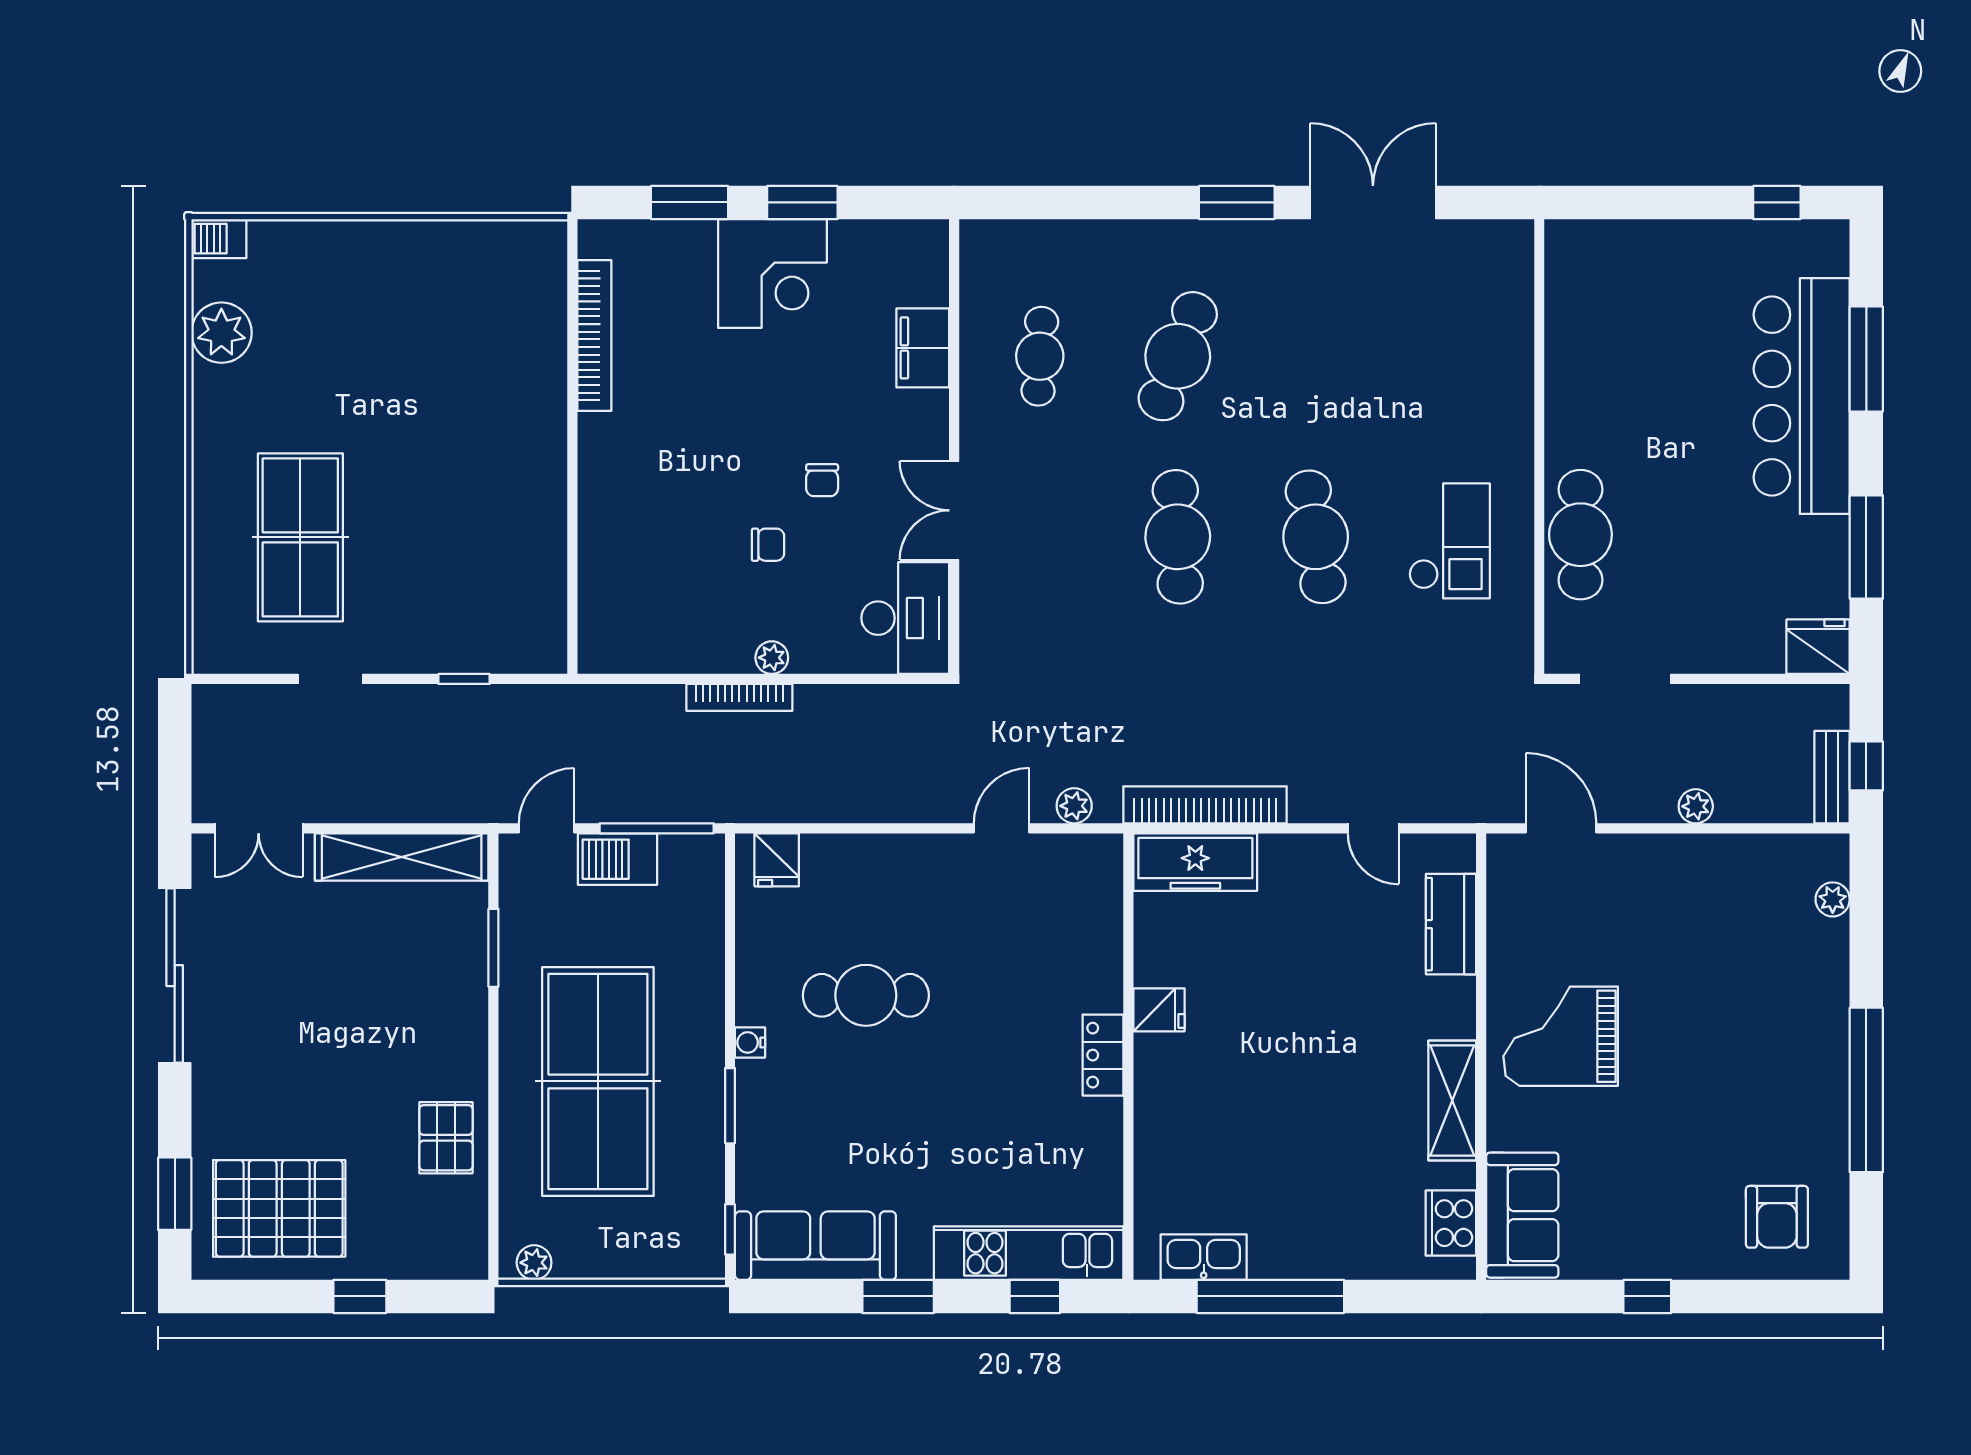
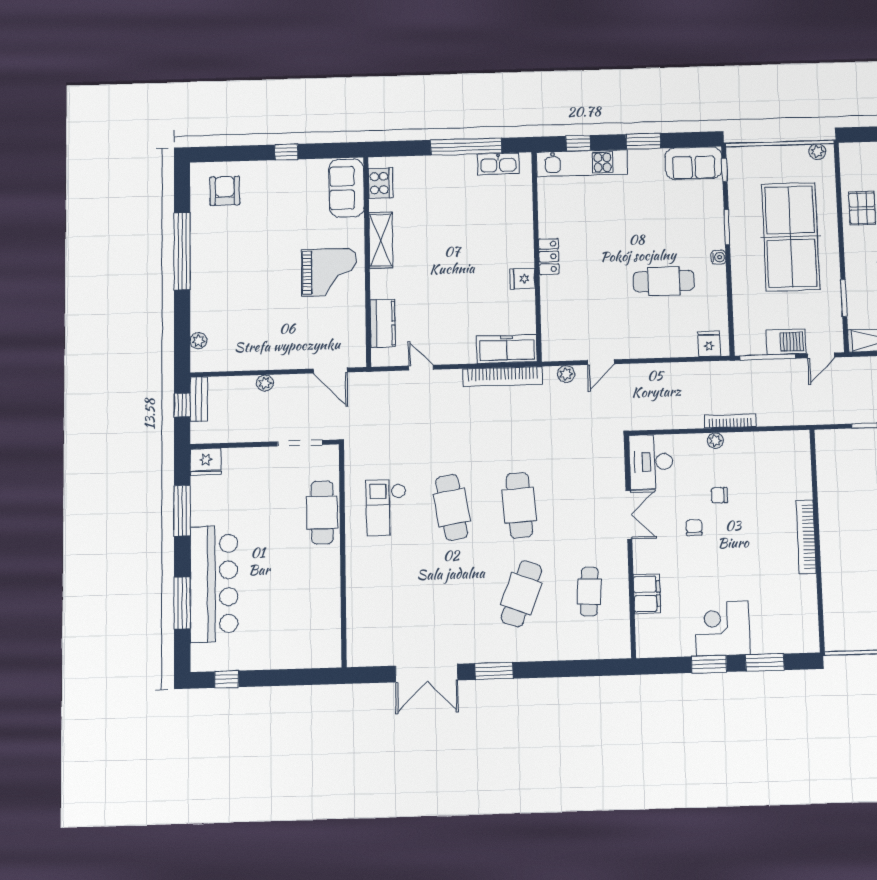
bookcase: (594, 335) -> (806, 537), moved
sofa: (815, 1246) -> (694, 163), width x0.73

